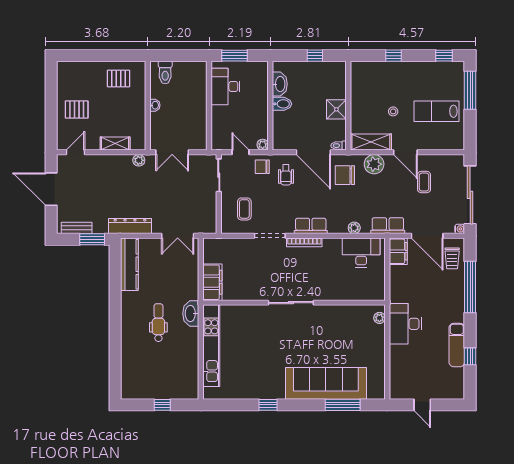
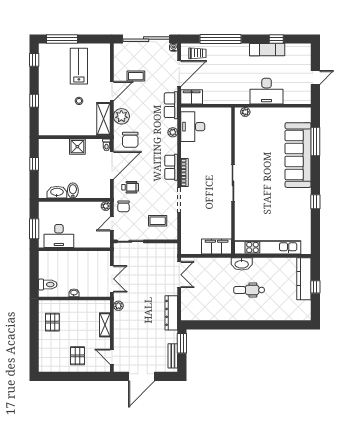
lab bench: (436, 111) -> (79, 66), turned 180
kitchen counter: (129, 264) -> (304, 279), moved, turned -90
desk: (405, 324) -> (267, 91), moved

